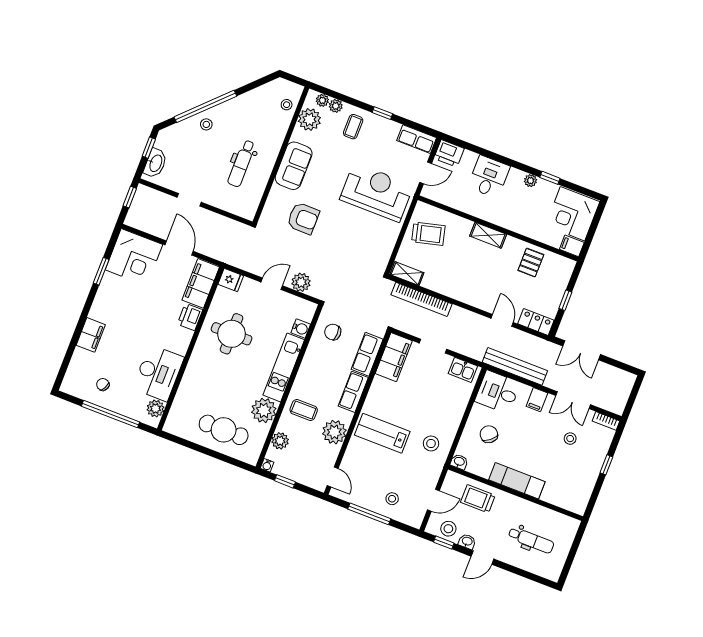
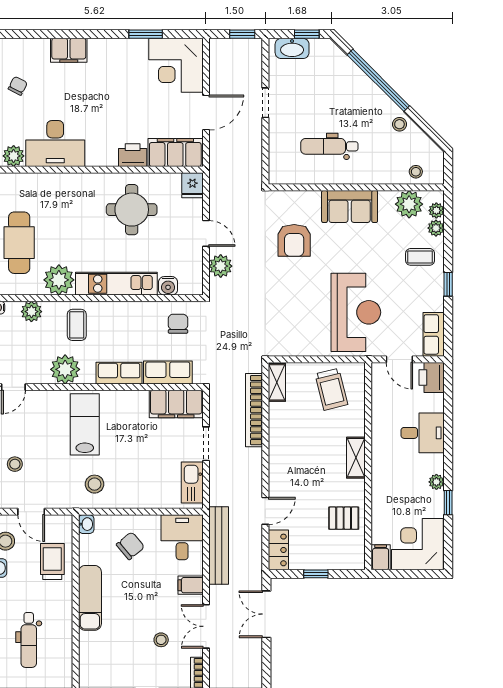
stool: (206, 124) -> (399, 124), moved
kitchen sink: (463, 370) -> (192, 482), width x1.38

